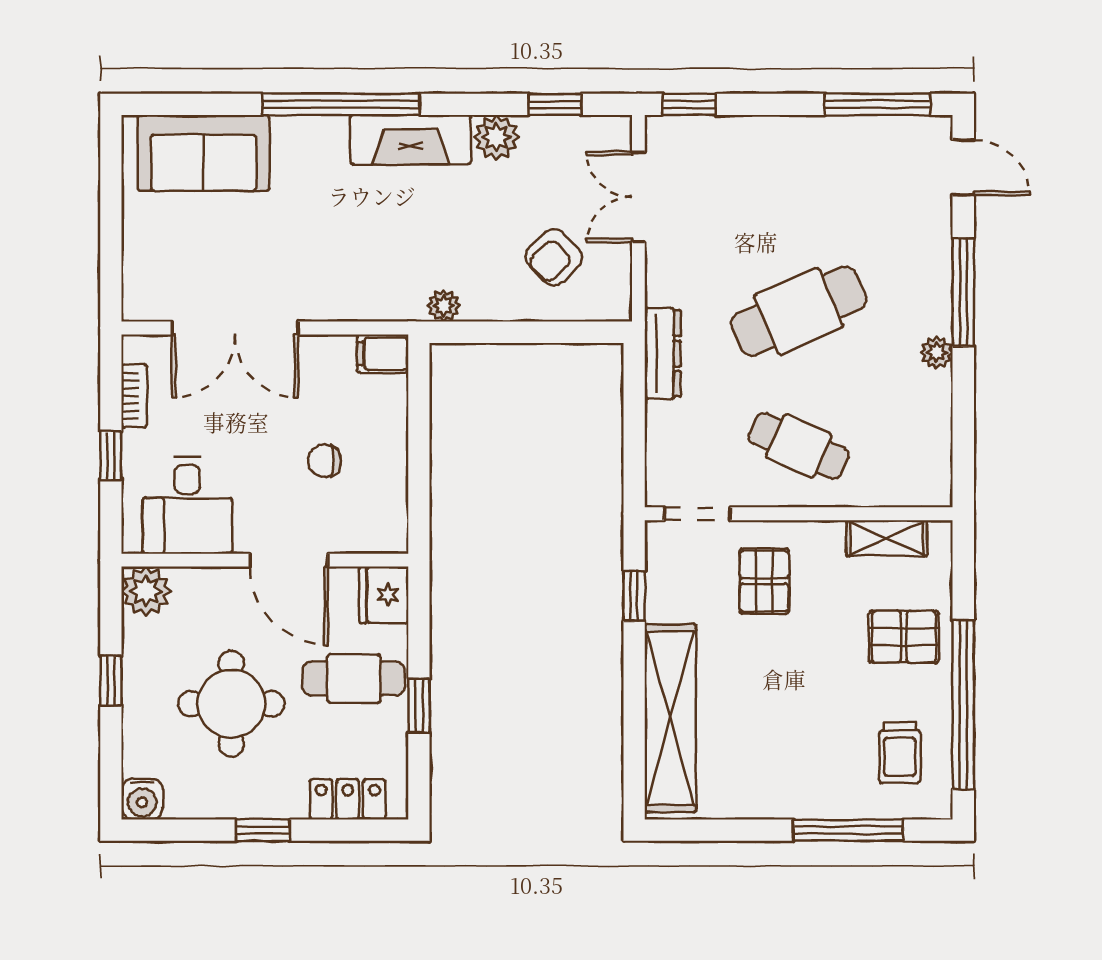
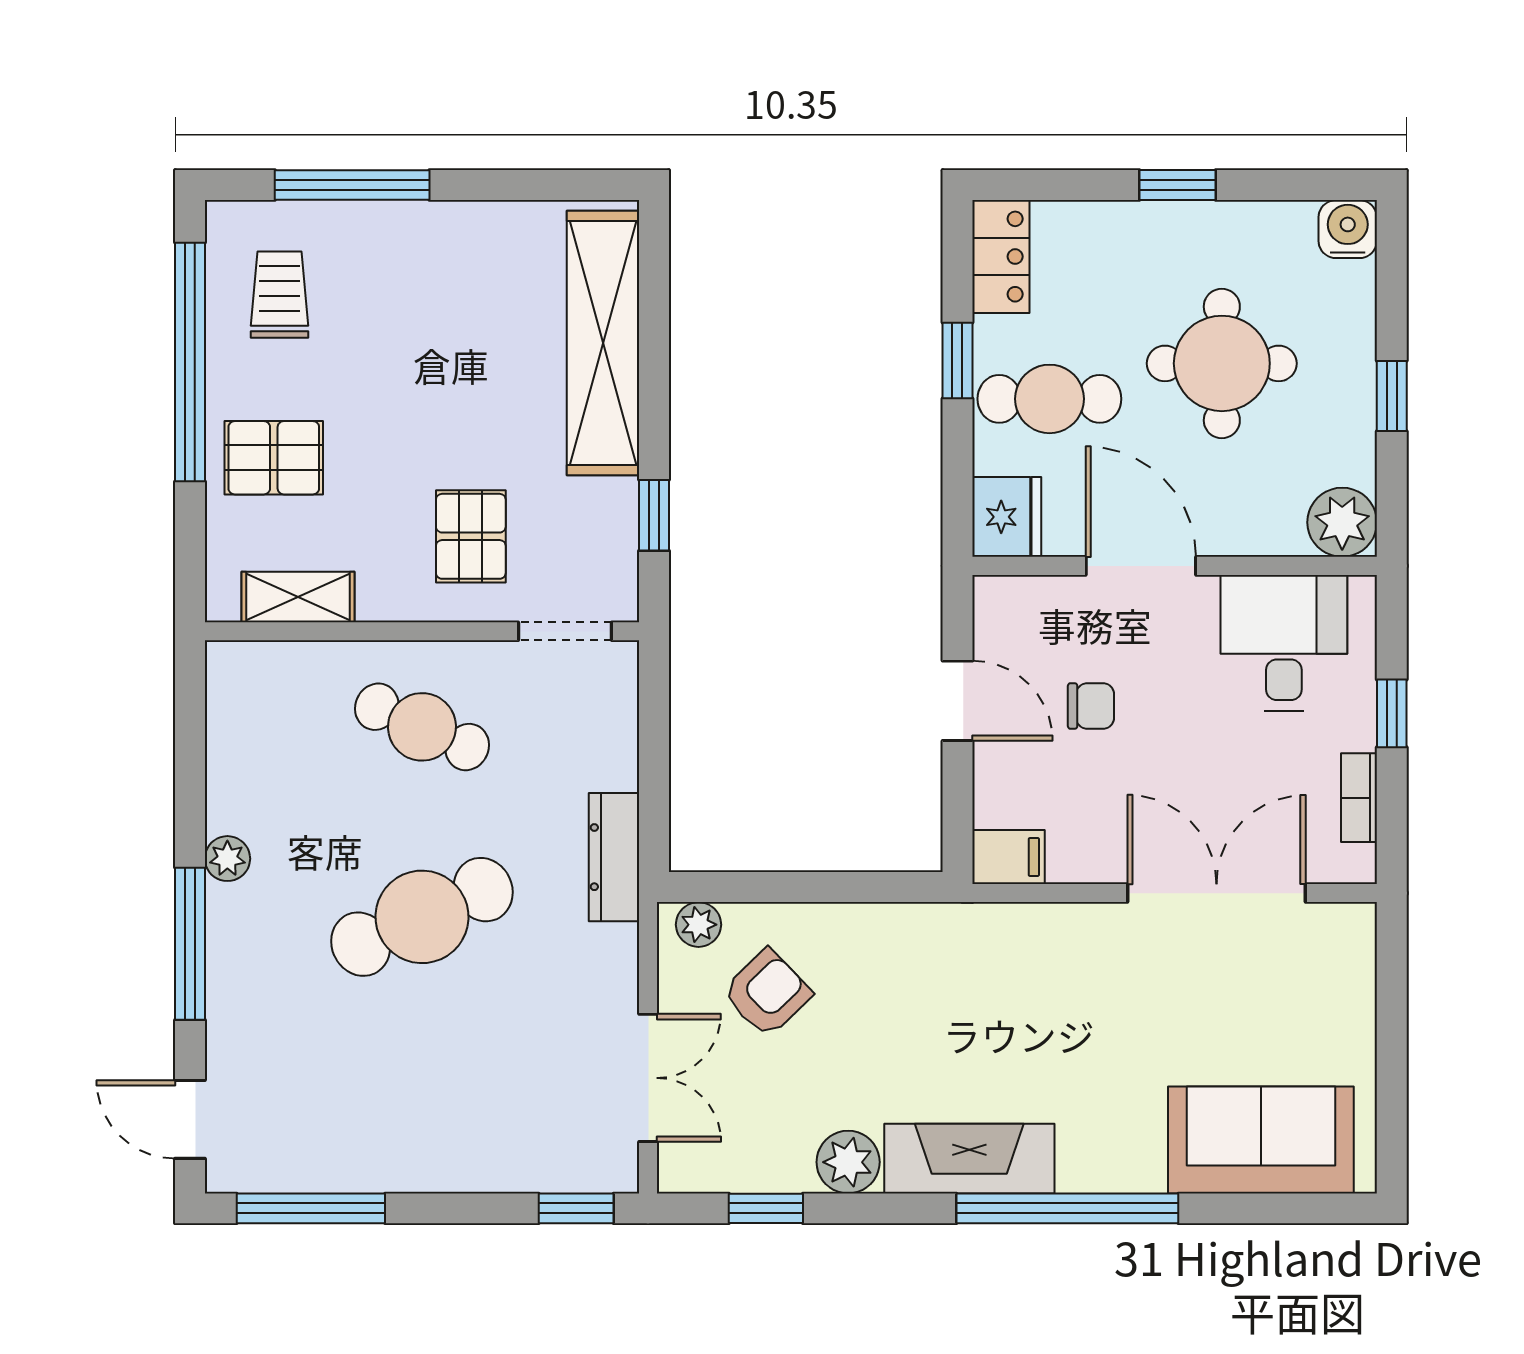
plant: (444, 306) -> (698, 925), moved
door: (419, 464) -> (957, 701), added
locker: (348, 799) -> (1001, 257), moved, turned -90

